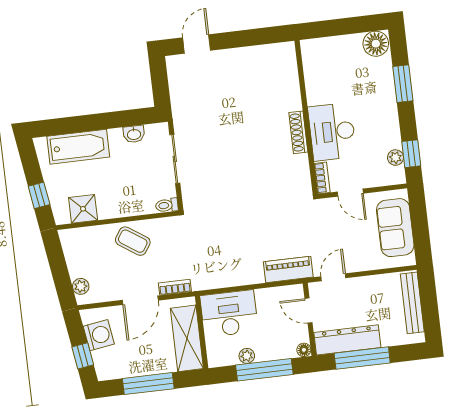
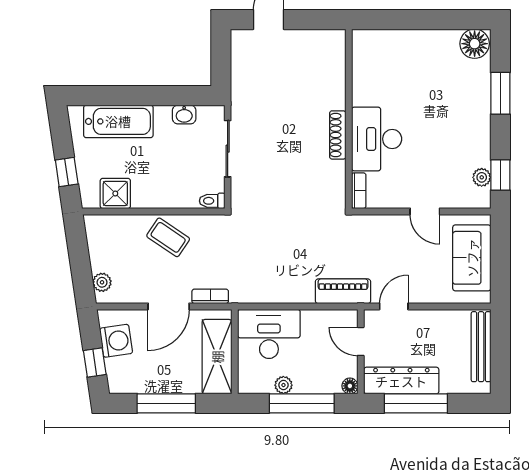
wall: (306, 117) -> (349, 119), moved
shoe rack: (298, 132) -> (338, 135), moved
desk: (332, 132) -> (377, 139), moved
bookcase: (322, 178) -> (359, 191), moved

